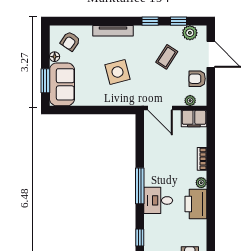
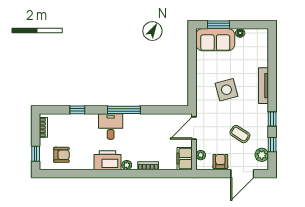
armchair: (70, 41) -> (254, 47), removed

